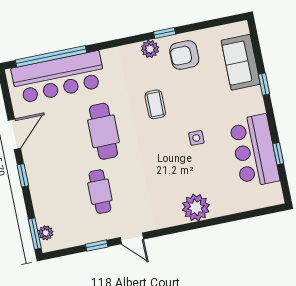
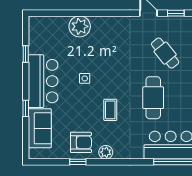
window: (165, 33) -> (78, 162), moved
bar counter: (254, 151) -> (43, 81), moved
cafe table: (100, 192) -> (165, 53), turned -39
plant: (196, 207) -> (80, 26), moved

